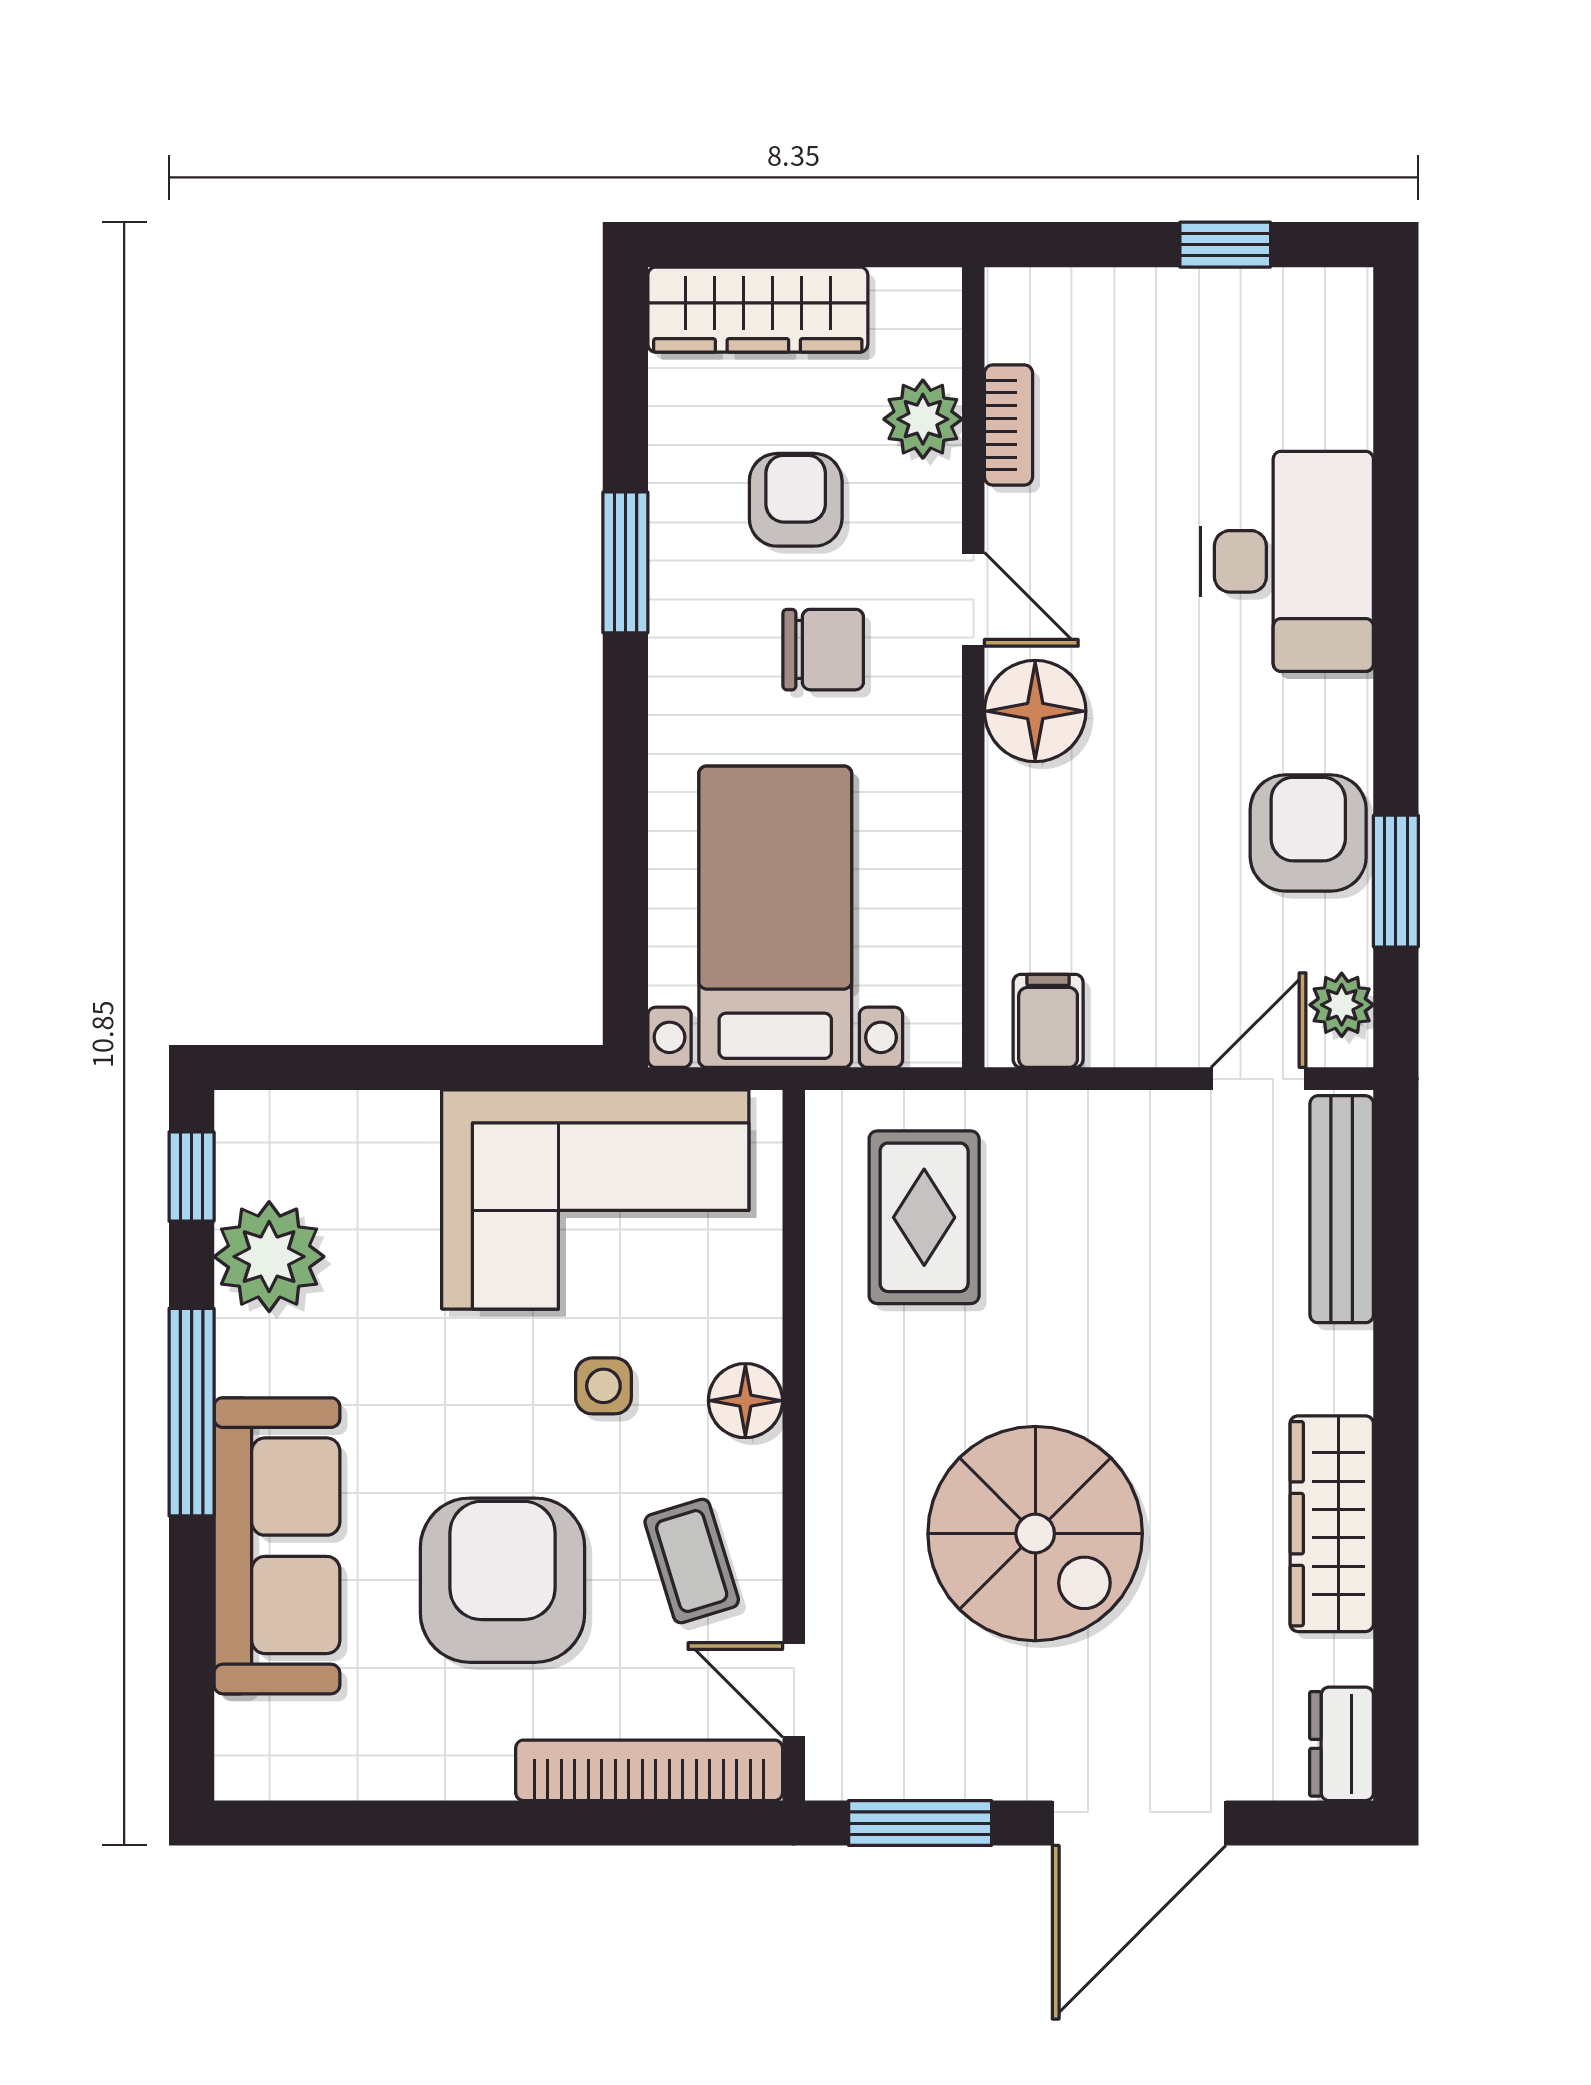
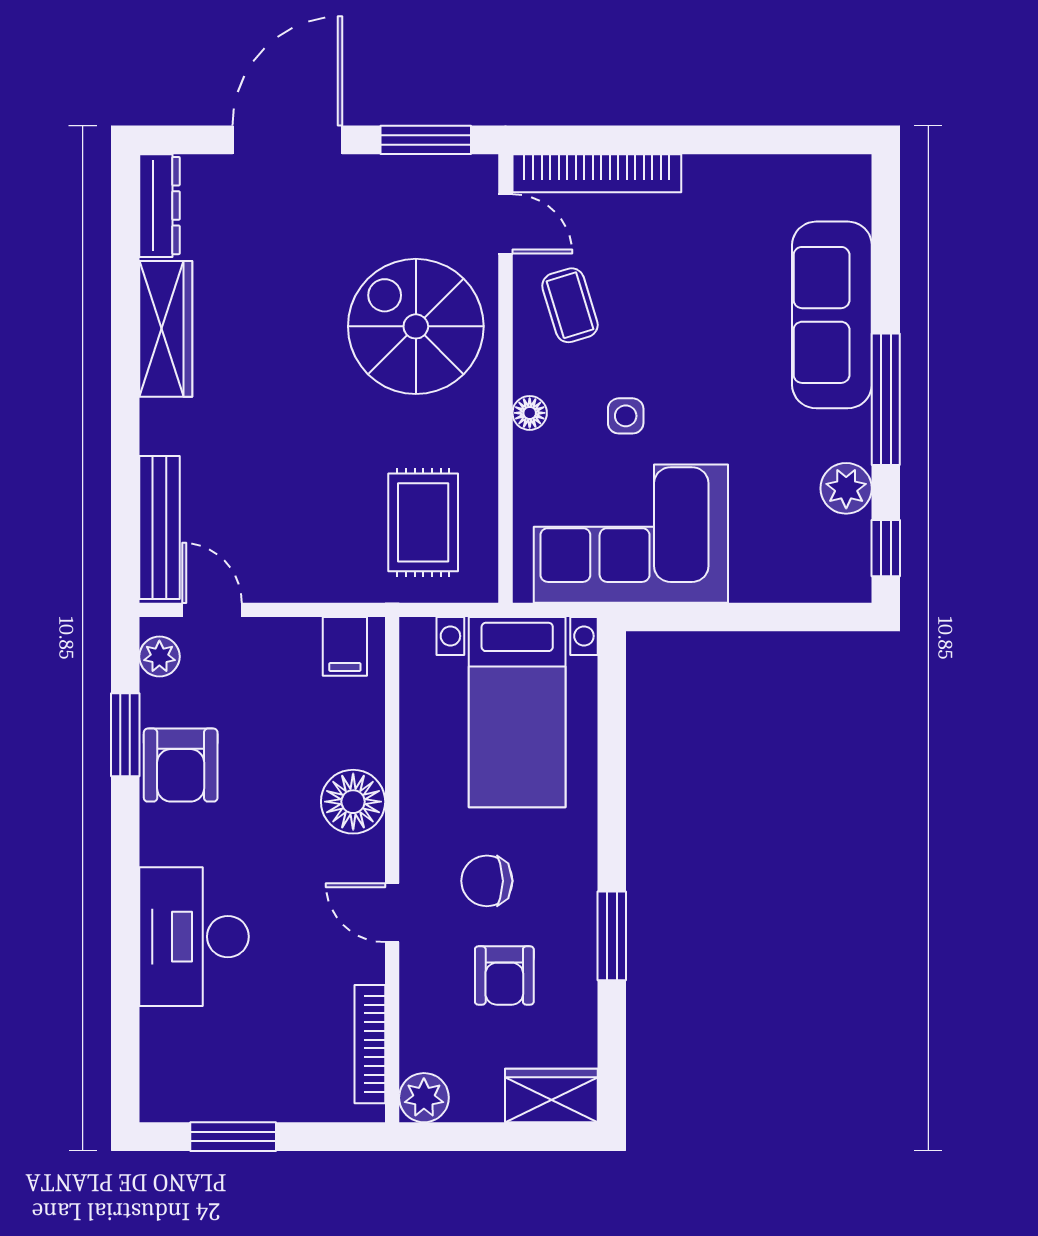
window: (1225, 245) -> (233, 1137), width x1.50
wardrobe: (758, 310) -> (551, 1096), width x0.67
plant: (923, 419) -> (424, 1098), moved
bookcase: (1008, 425) -> (370, 1044), width x1.56
floor lamp: (1035, 711) -> (353, 802), moved
door: (1259, 1079) -> (212, 610), swing flipped
plant: (269, 1257) -> (846, 488), width x0.73, depth x0.73
floor lamp: (745, 1401) -> (530, 413), width x0.73, depth x0.73
spiral stairs: (1035, 1534) -> (416, 326), moved
armchair: (503, 1580) -> (689, 293), removed
dresser: (1342, 1744) -> (160, 206), width x1.44

